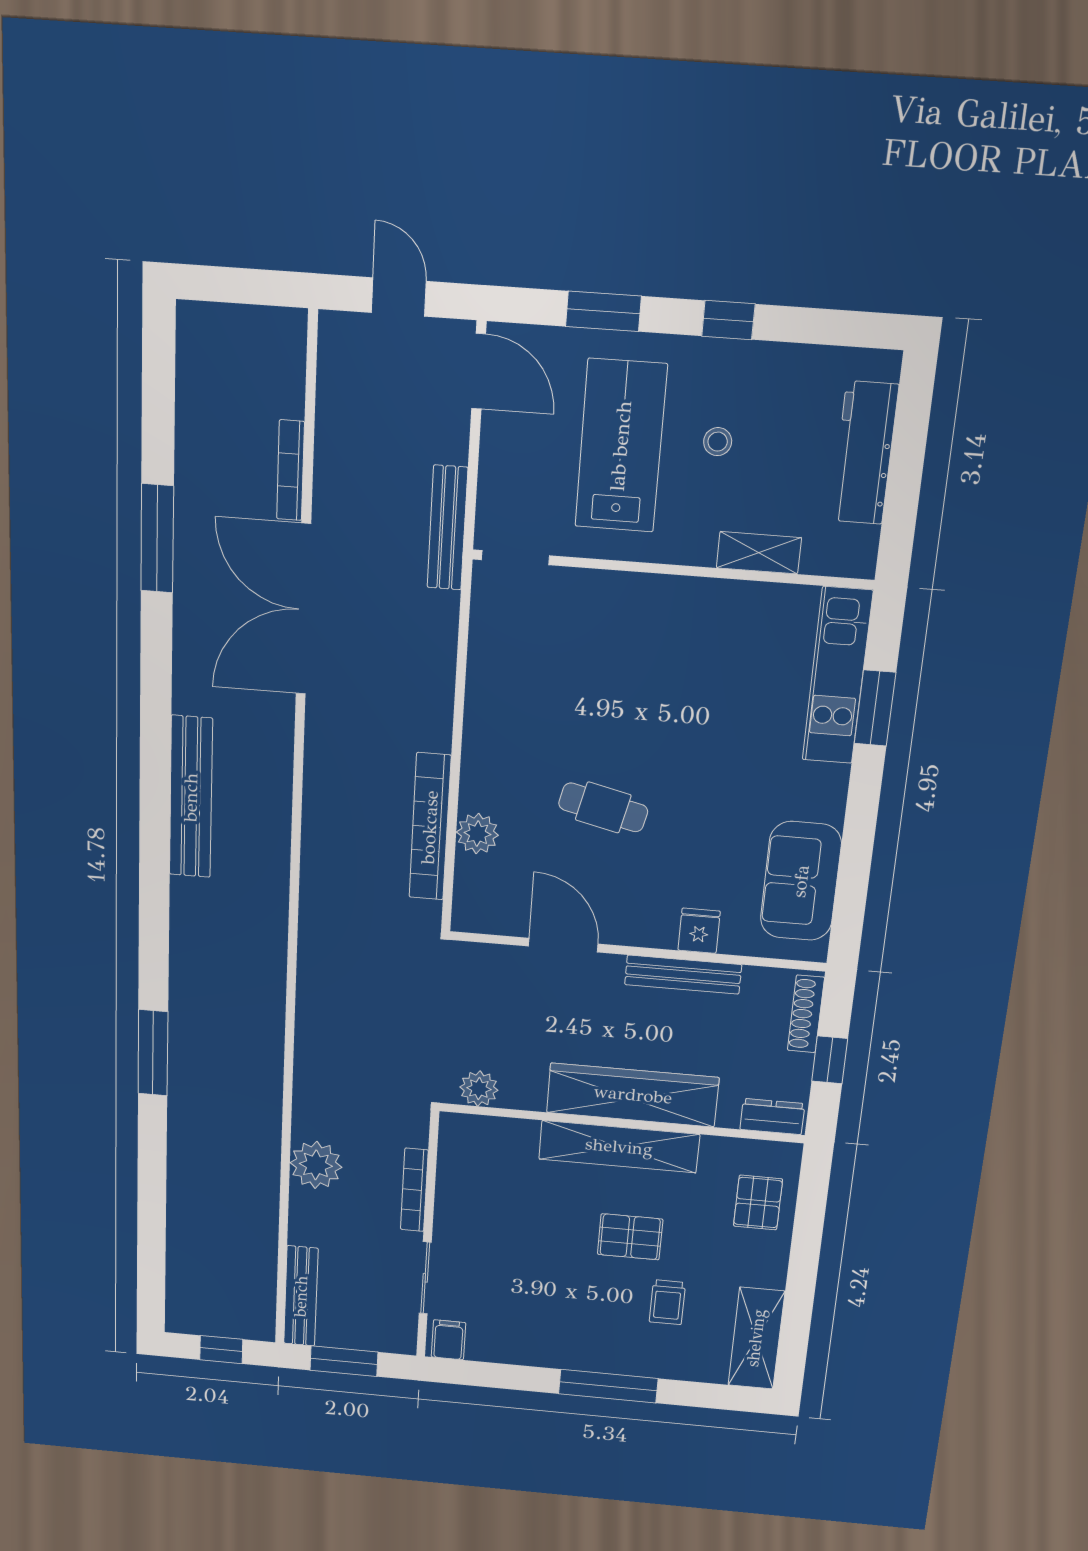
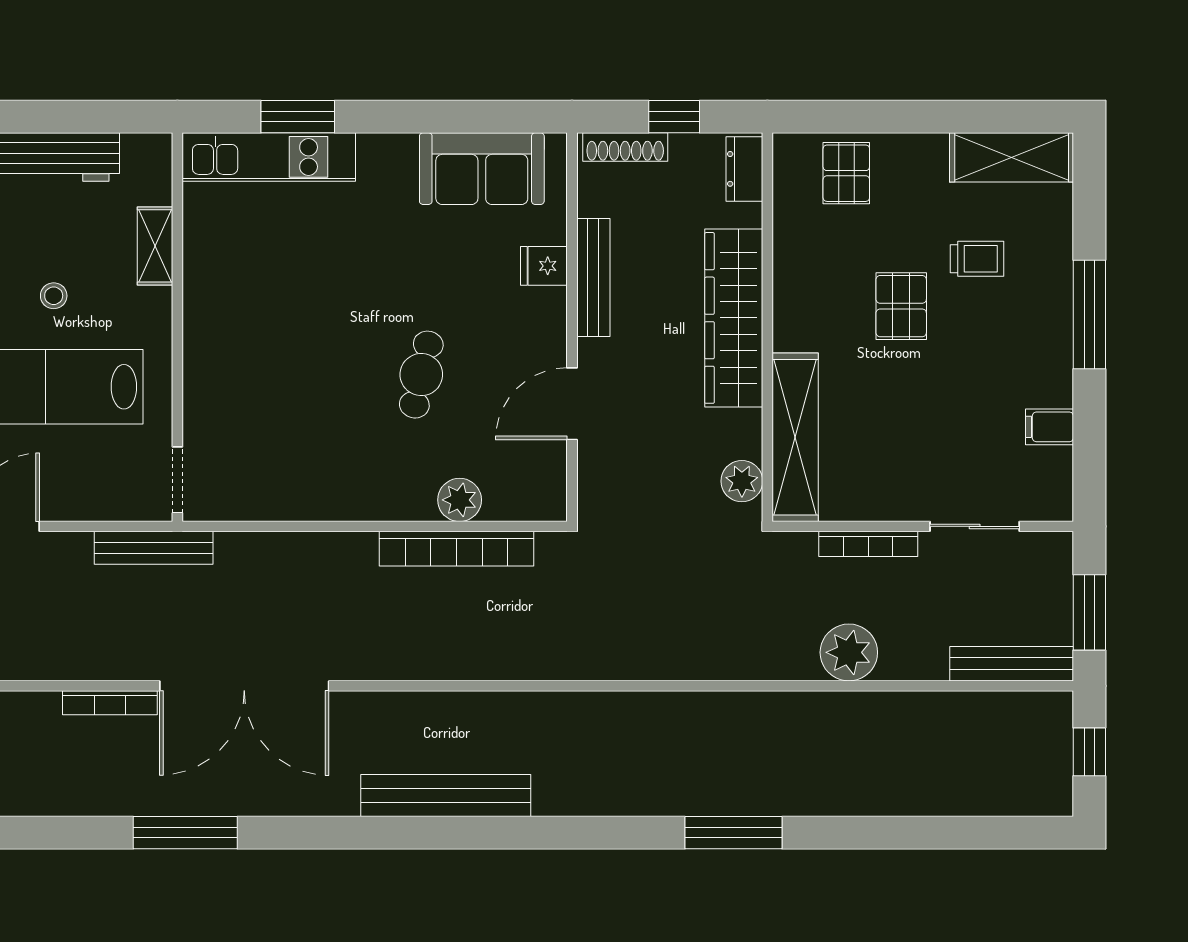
shelving: (619, 1147) -> (795, 437), moved
pallet: (758, 1203) -> (846, 173), turned 90
filing cabinet: (448, 1340) -> (1050, 427), moved

